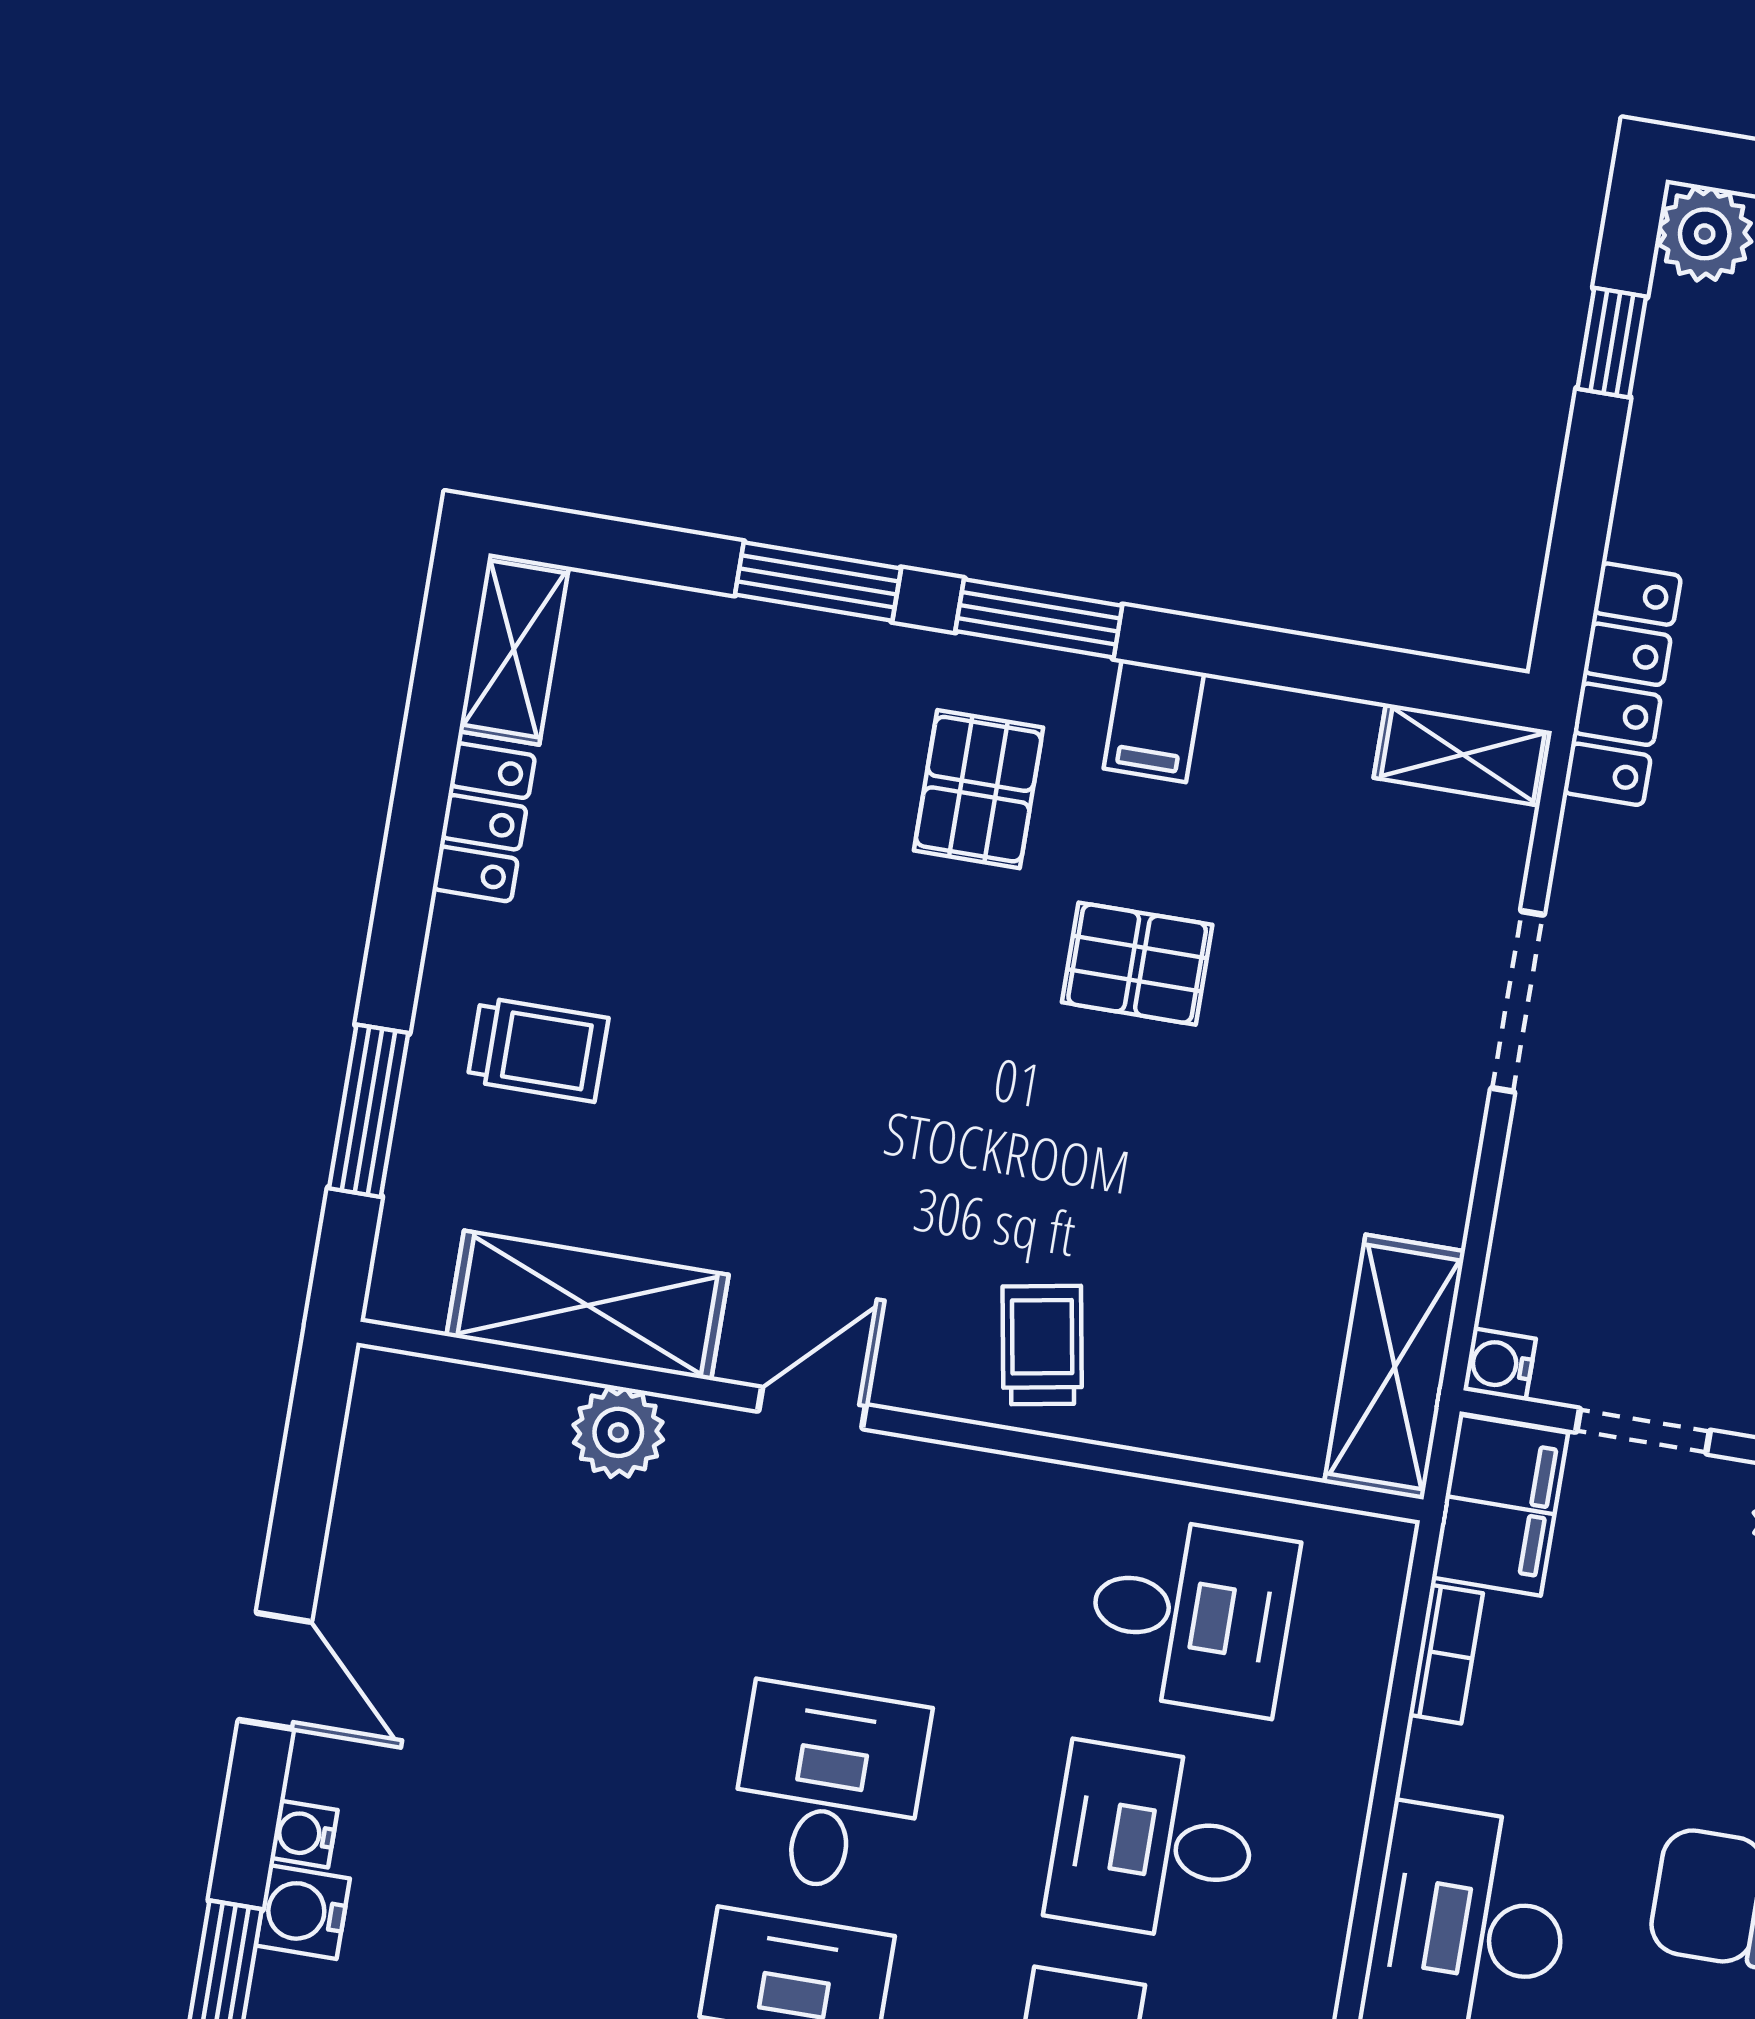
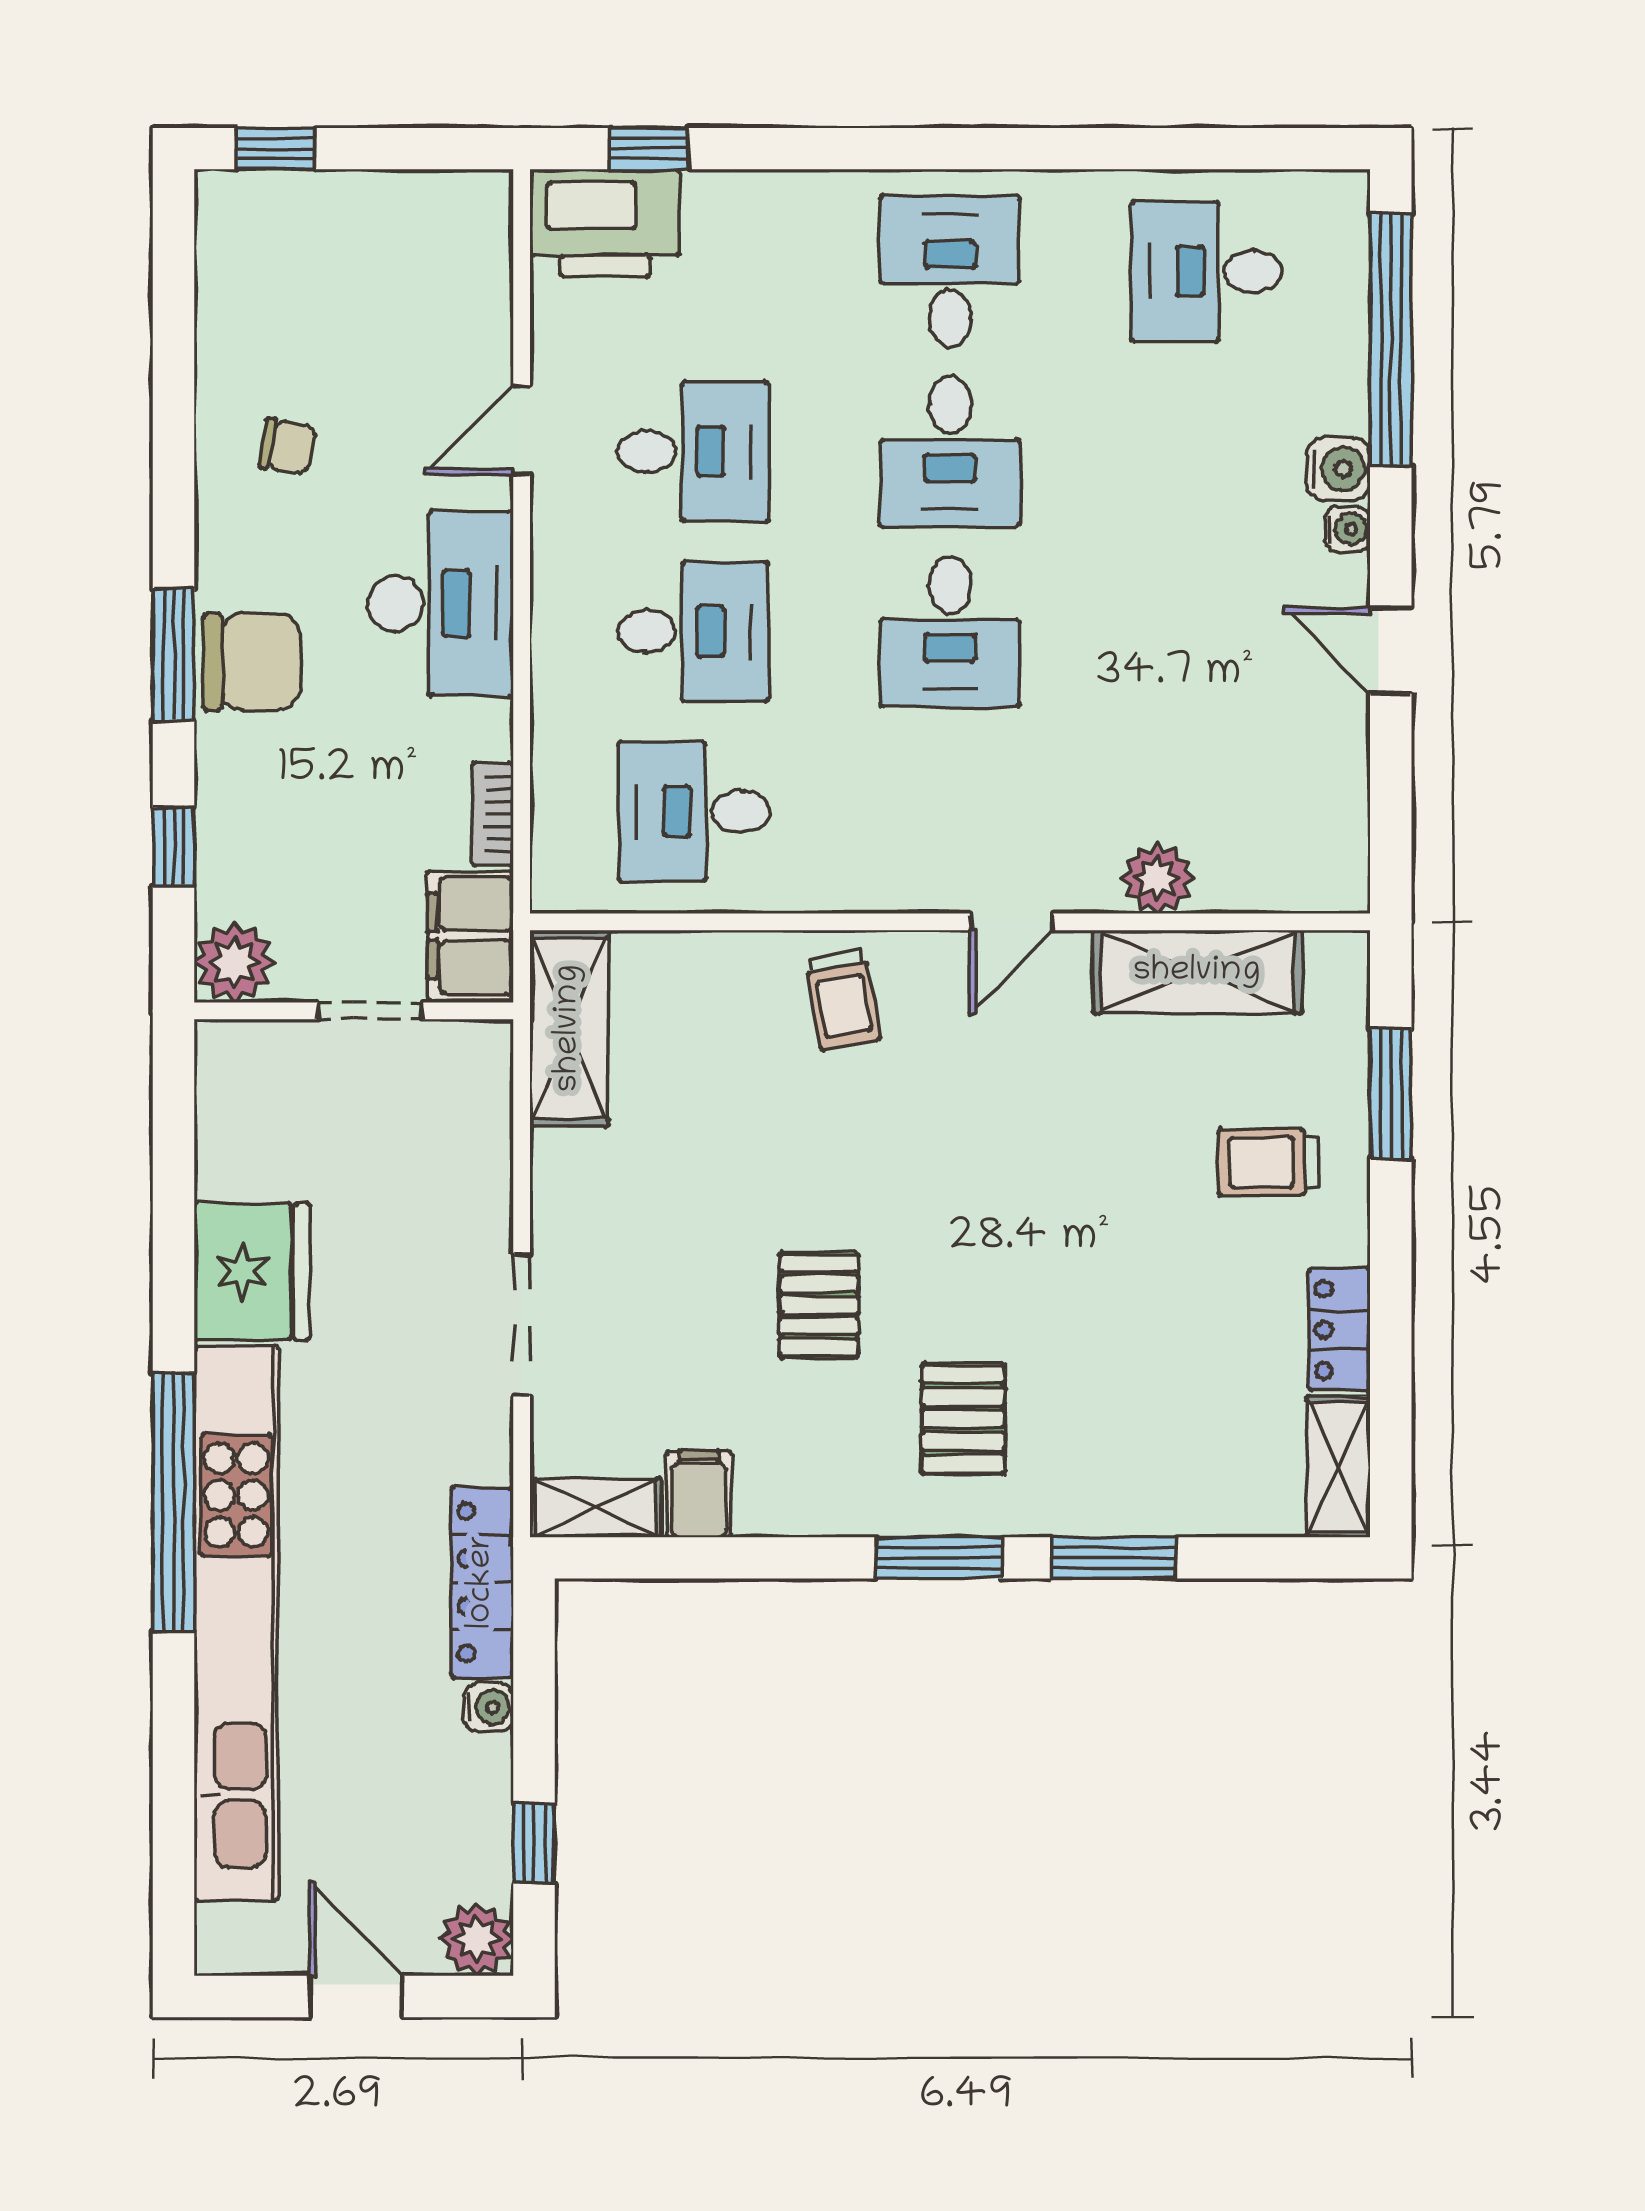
filing cabinet: (1154, 721) -> (699, 1494), moved
pallet: (1137, 964) -> (819, 1305), turned 90
water cooler: (1500, 1364) -> (489, 1707), moved

